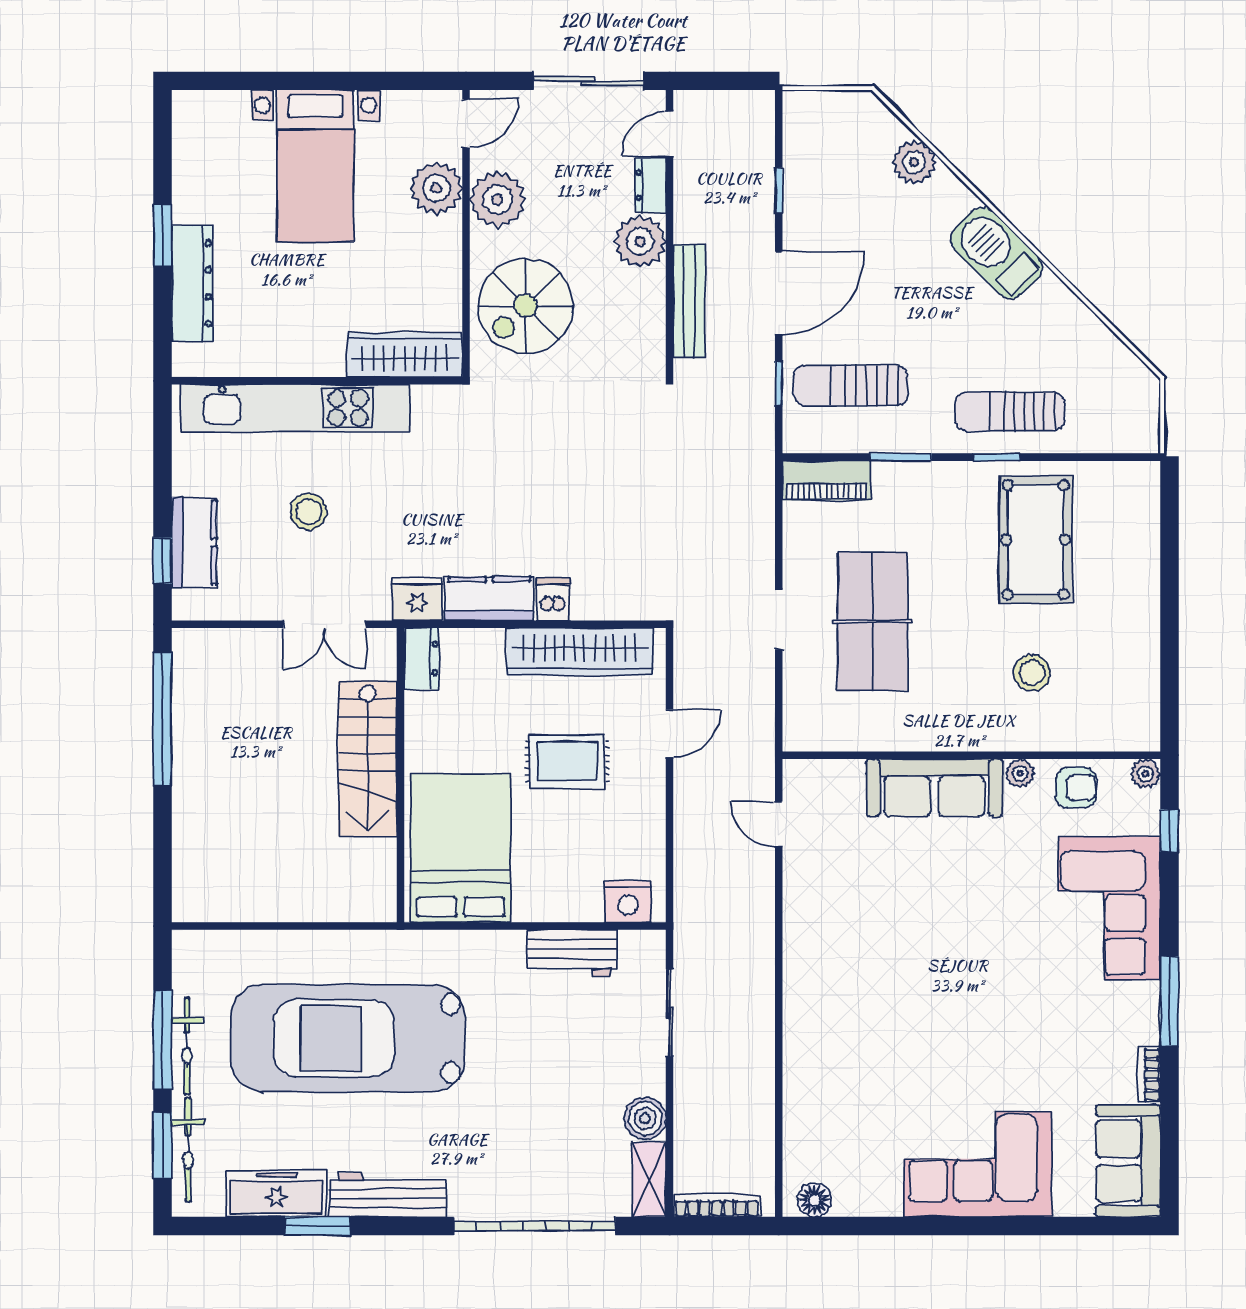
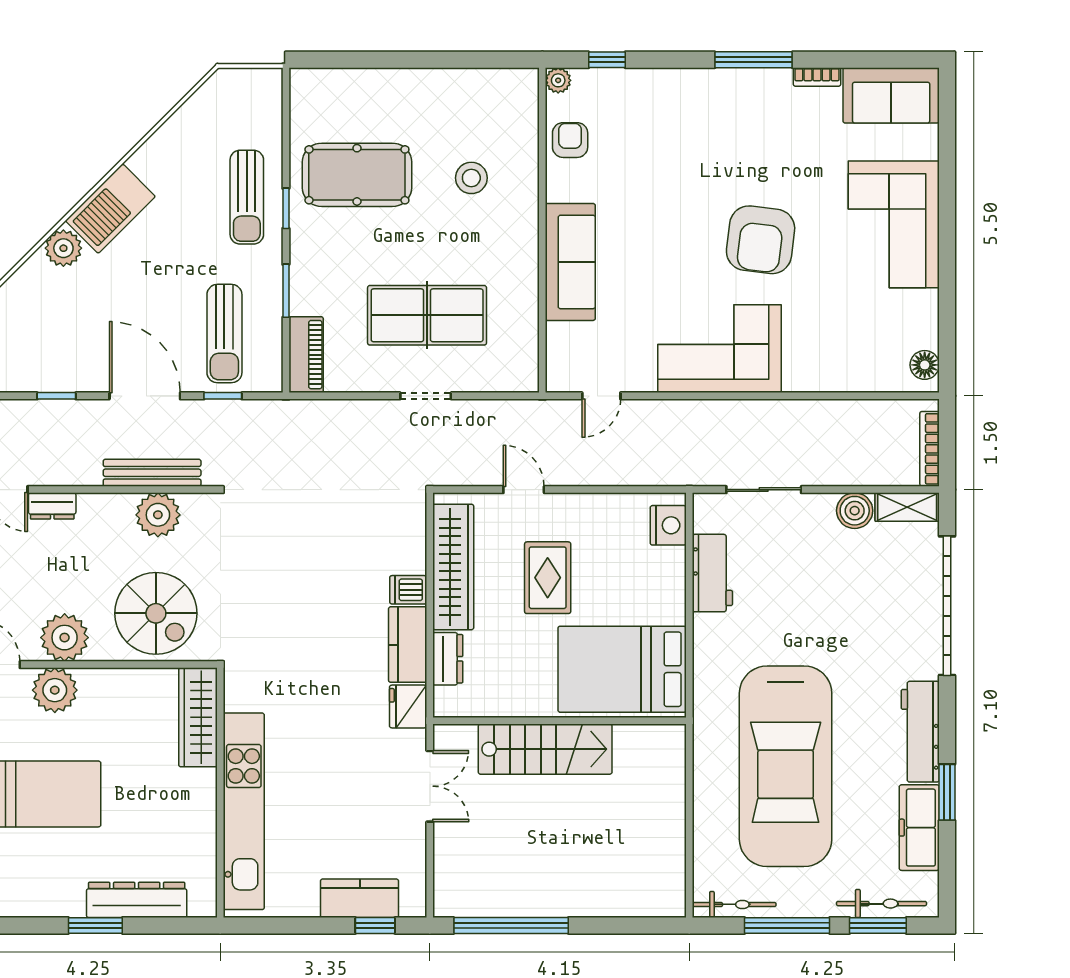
plant: (914, 162) -> (63, 248), moved
plant: (640, 241) -> (158, 515), moved
stool: (309, 512) -> (333, 800), removed
dresser: (421, 659) -> (448, 659), moved, turned 90
plant: (1020, 773) -> (558, 188), removed
corner sofa: (1109, 908) -> (719, 349), moved, turned 180
armchair: (960, 1009) -> (761, 240), added
bicycle: (187, 1046) -> (734, 904), moved

